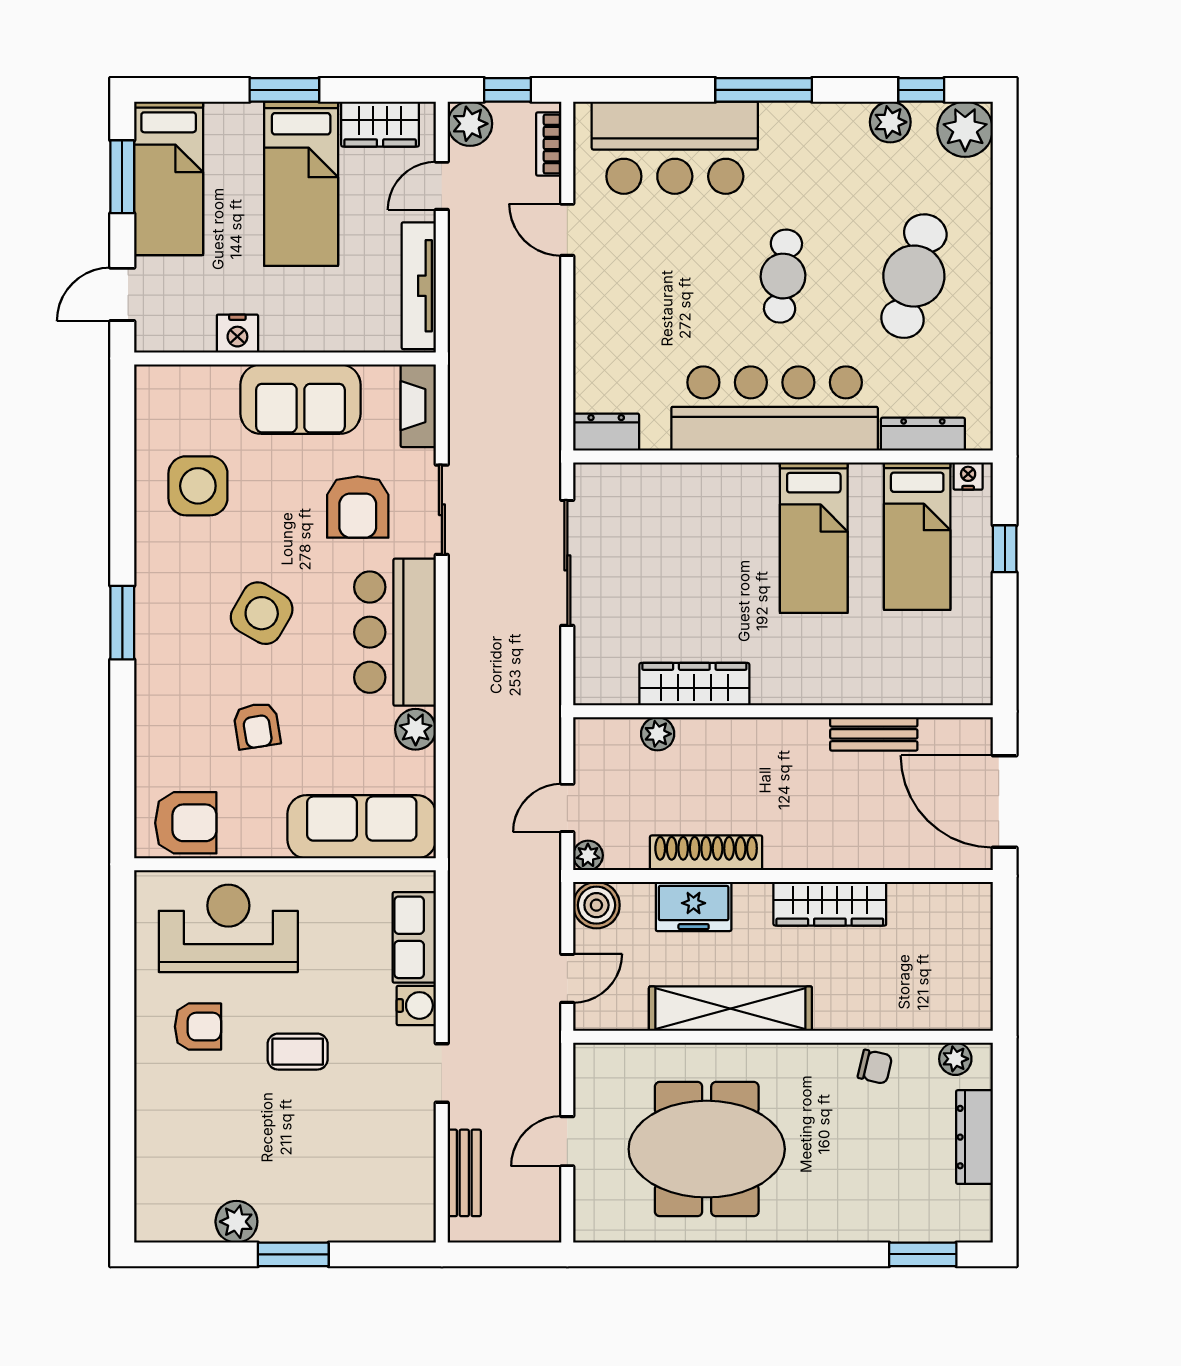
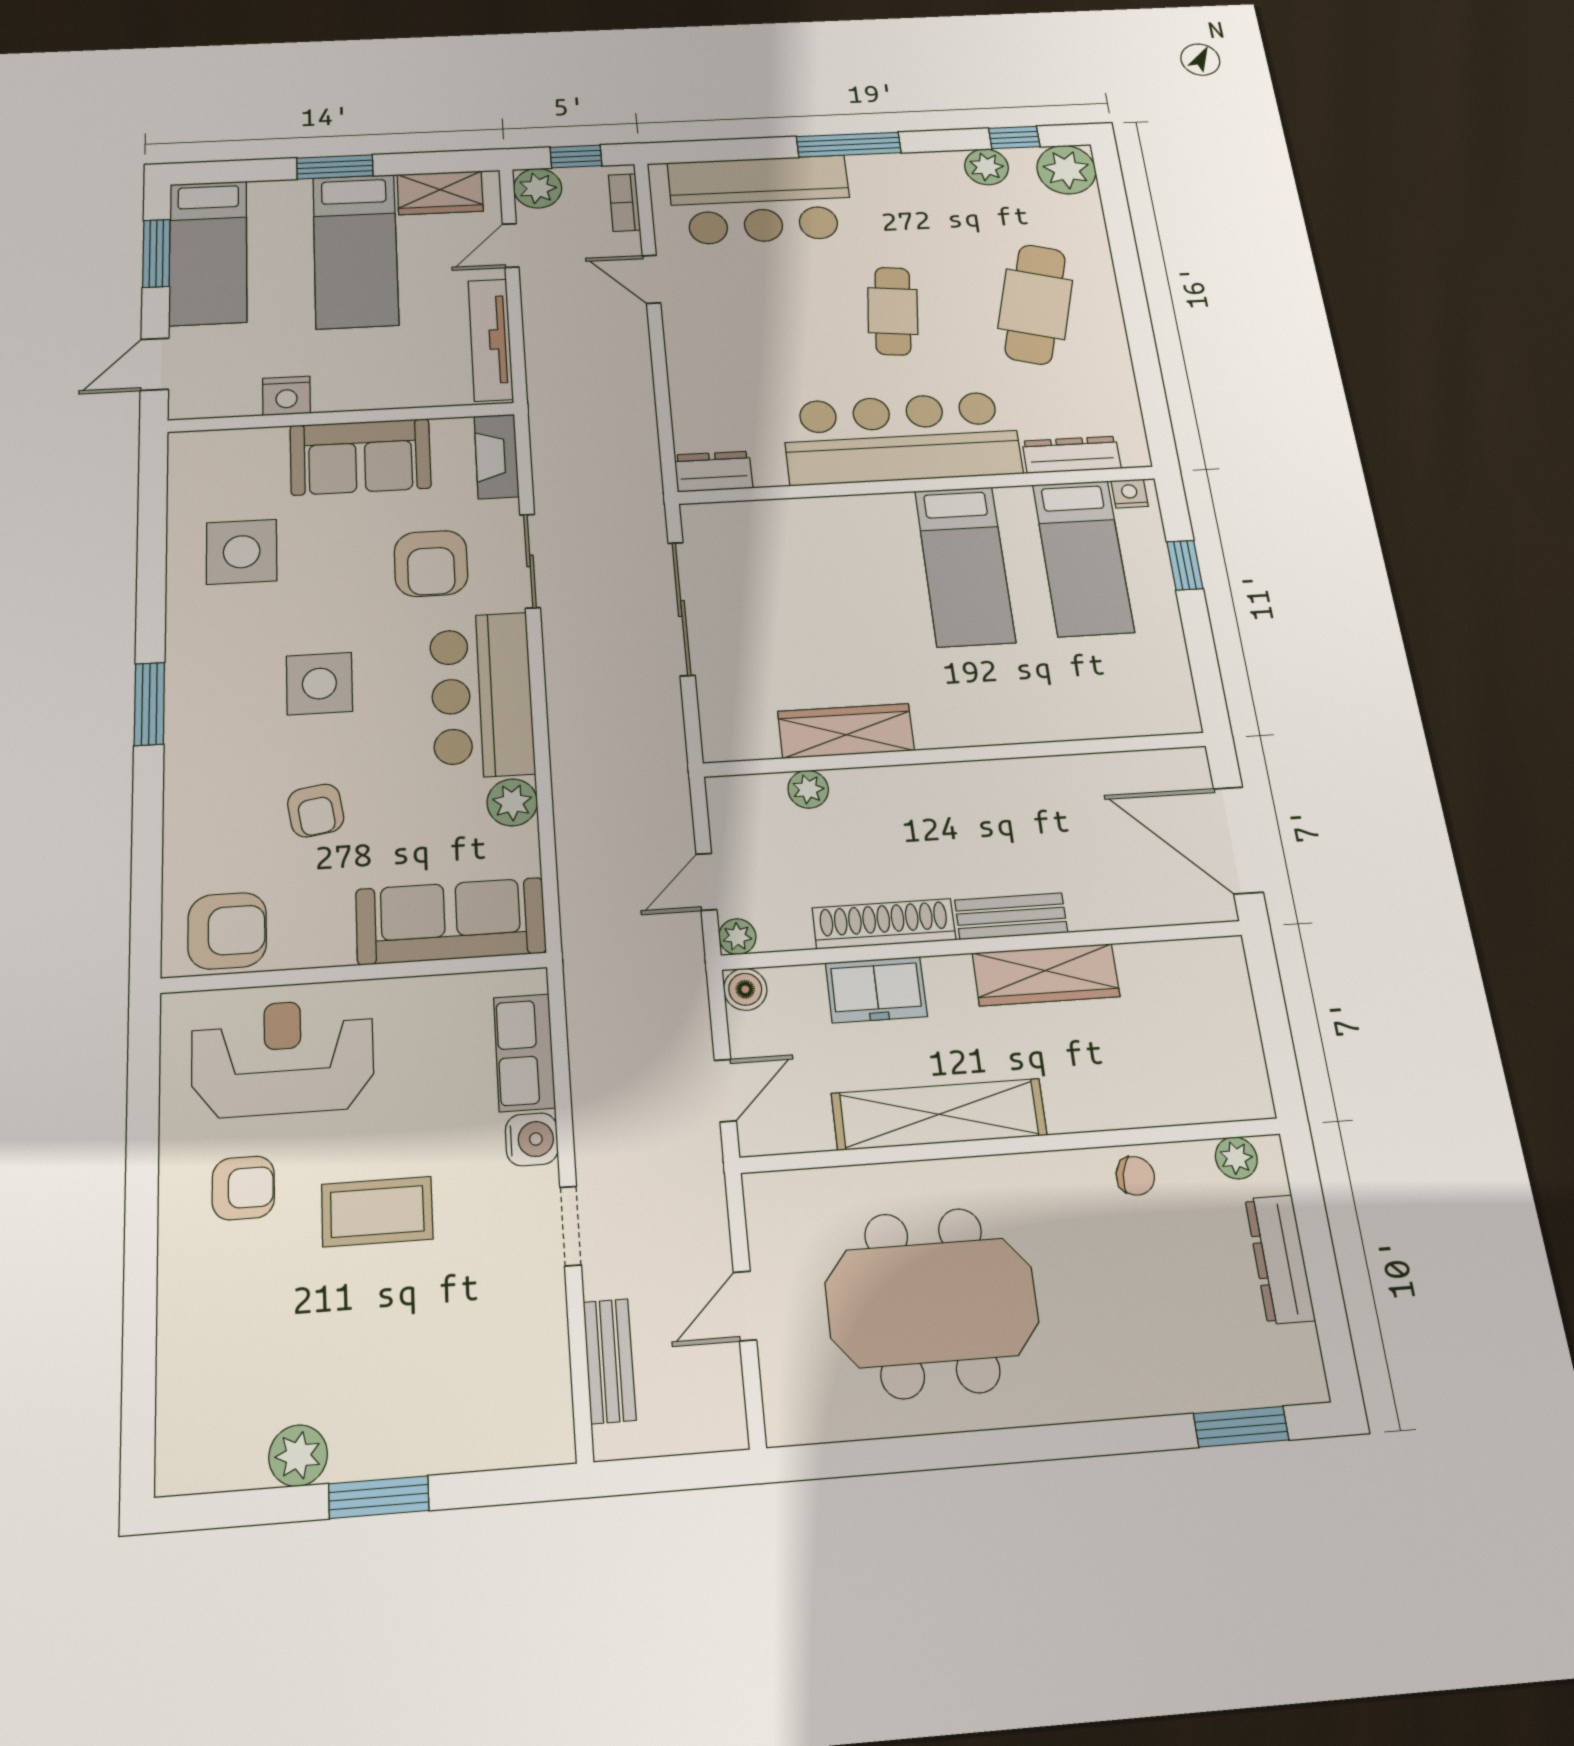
side table: (262, 613) -> (319, 684), turned -30
bench: (874, 734) -> (1011, 916), moved
boiler: (596, 905) -> (745, 989), width x0.73, depth x0.73
coffee table: (298, 1052) -> (377, 1212), width x1.36, depth x1.30

